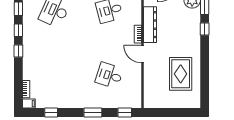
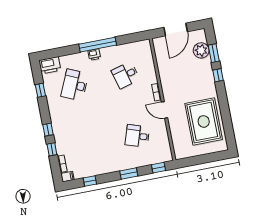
dresser: (150, 25) -> (166, 81), removed
window: (18, 30) -> (52, 149), moved
rug: (181, 74) -> (204, 121), width x1.37, depth x1.44

